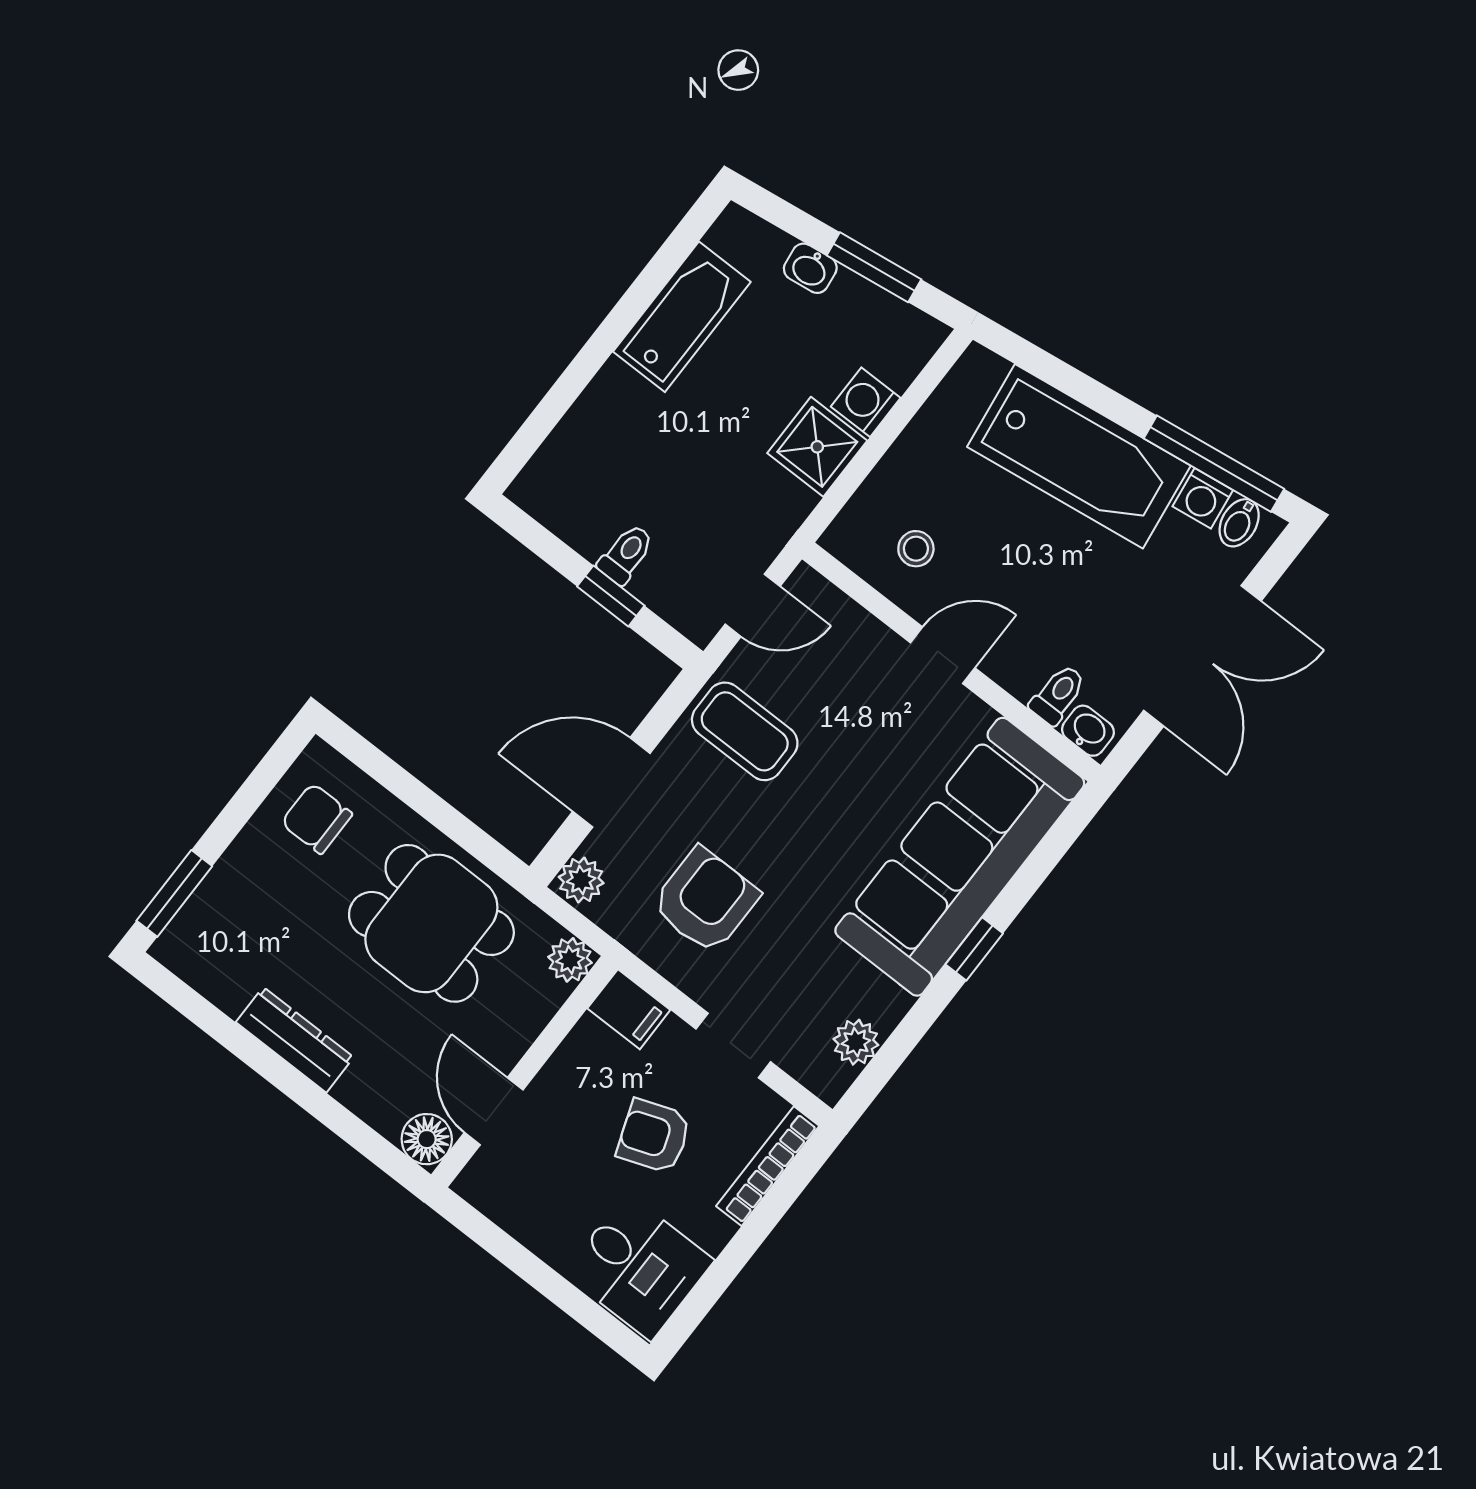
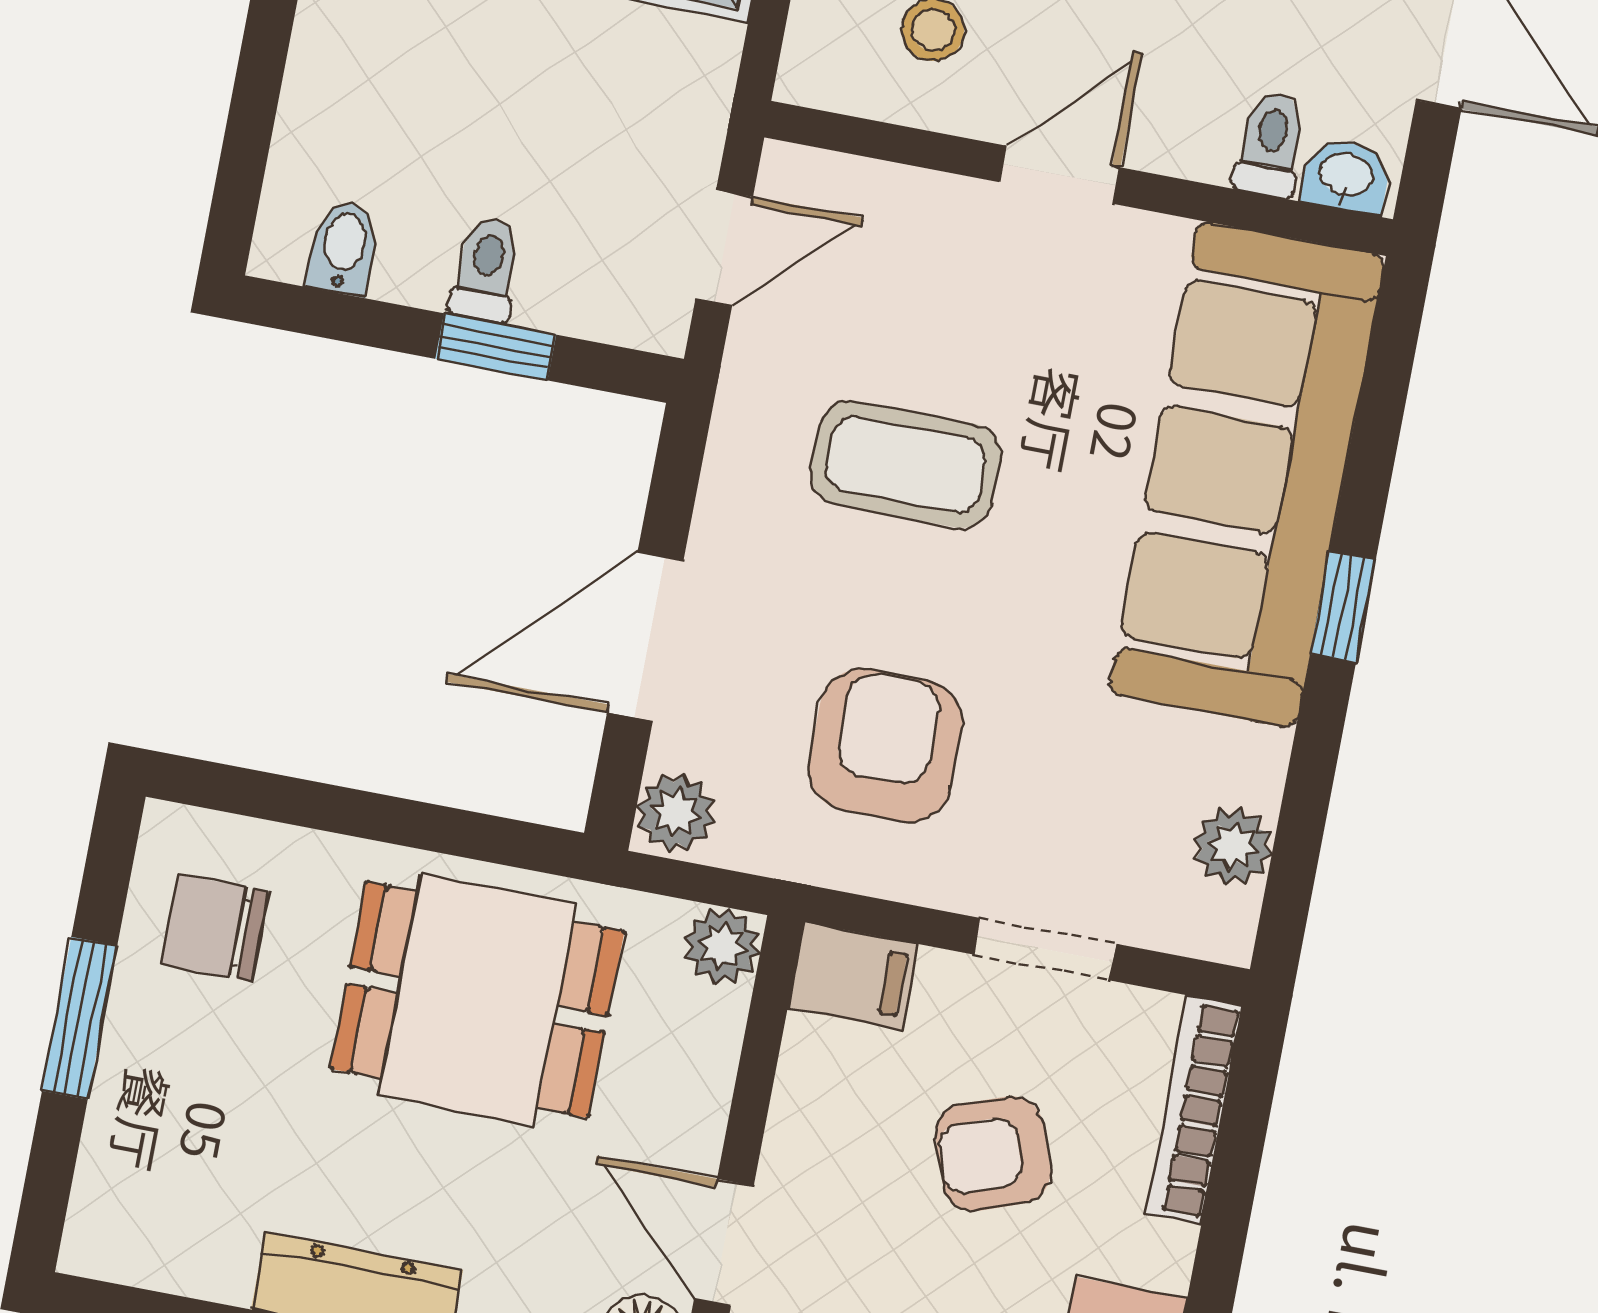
bidet: (559, 506) -> (344, 248), added
coffee table: (745, 731) -> (906, 464), moved
window: (174, 893) -> (80, 1018), moved

